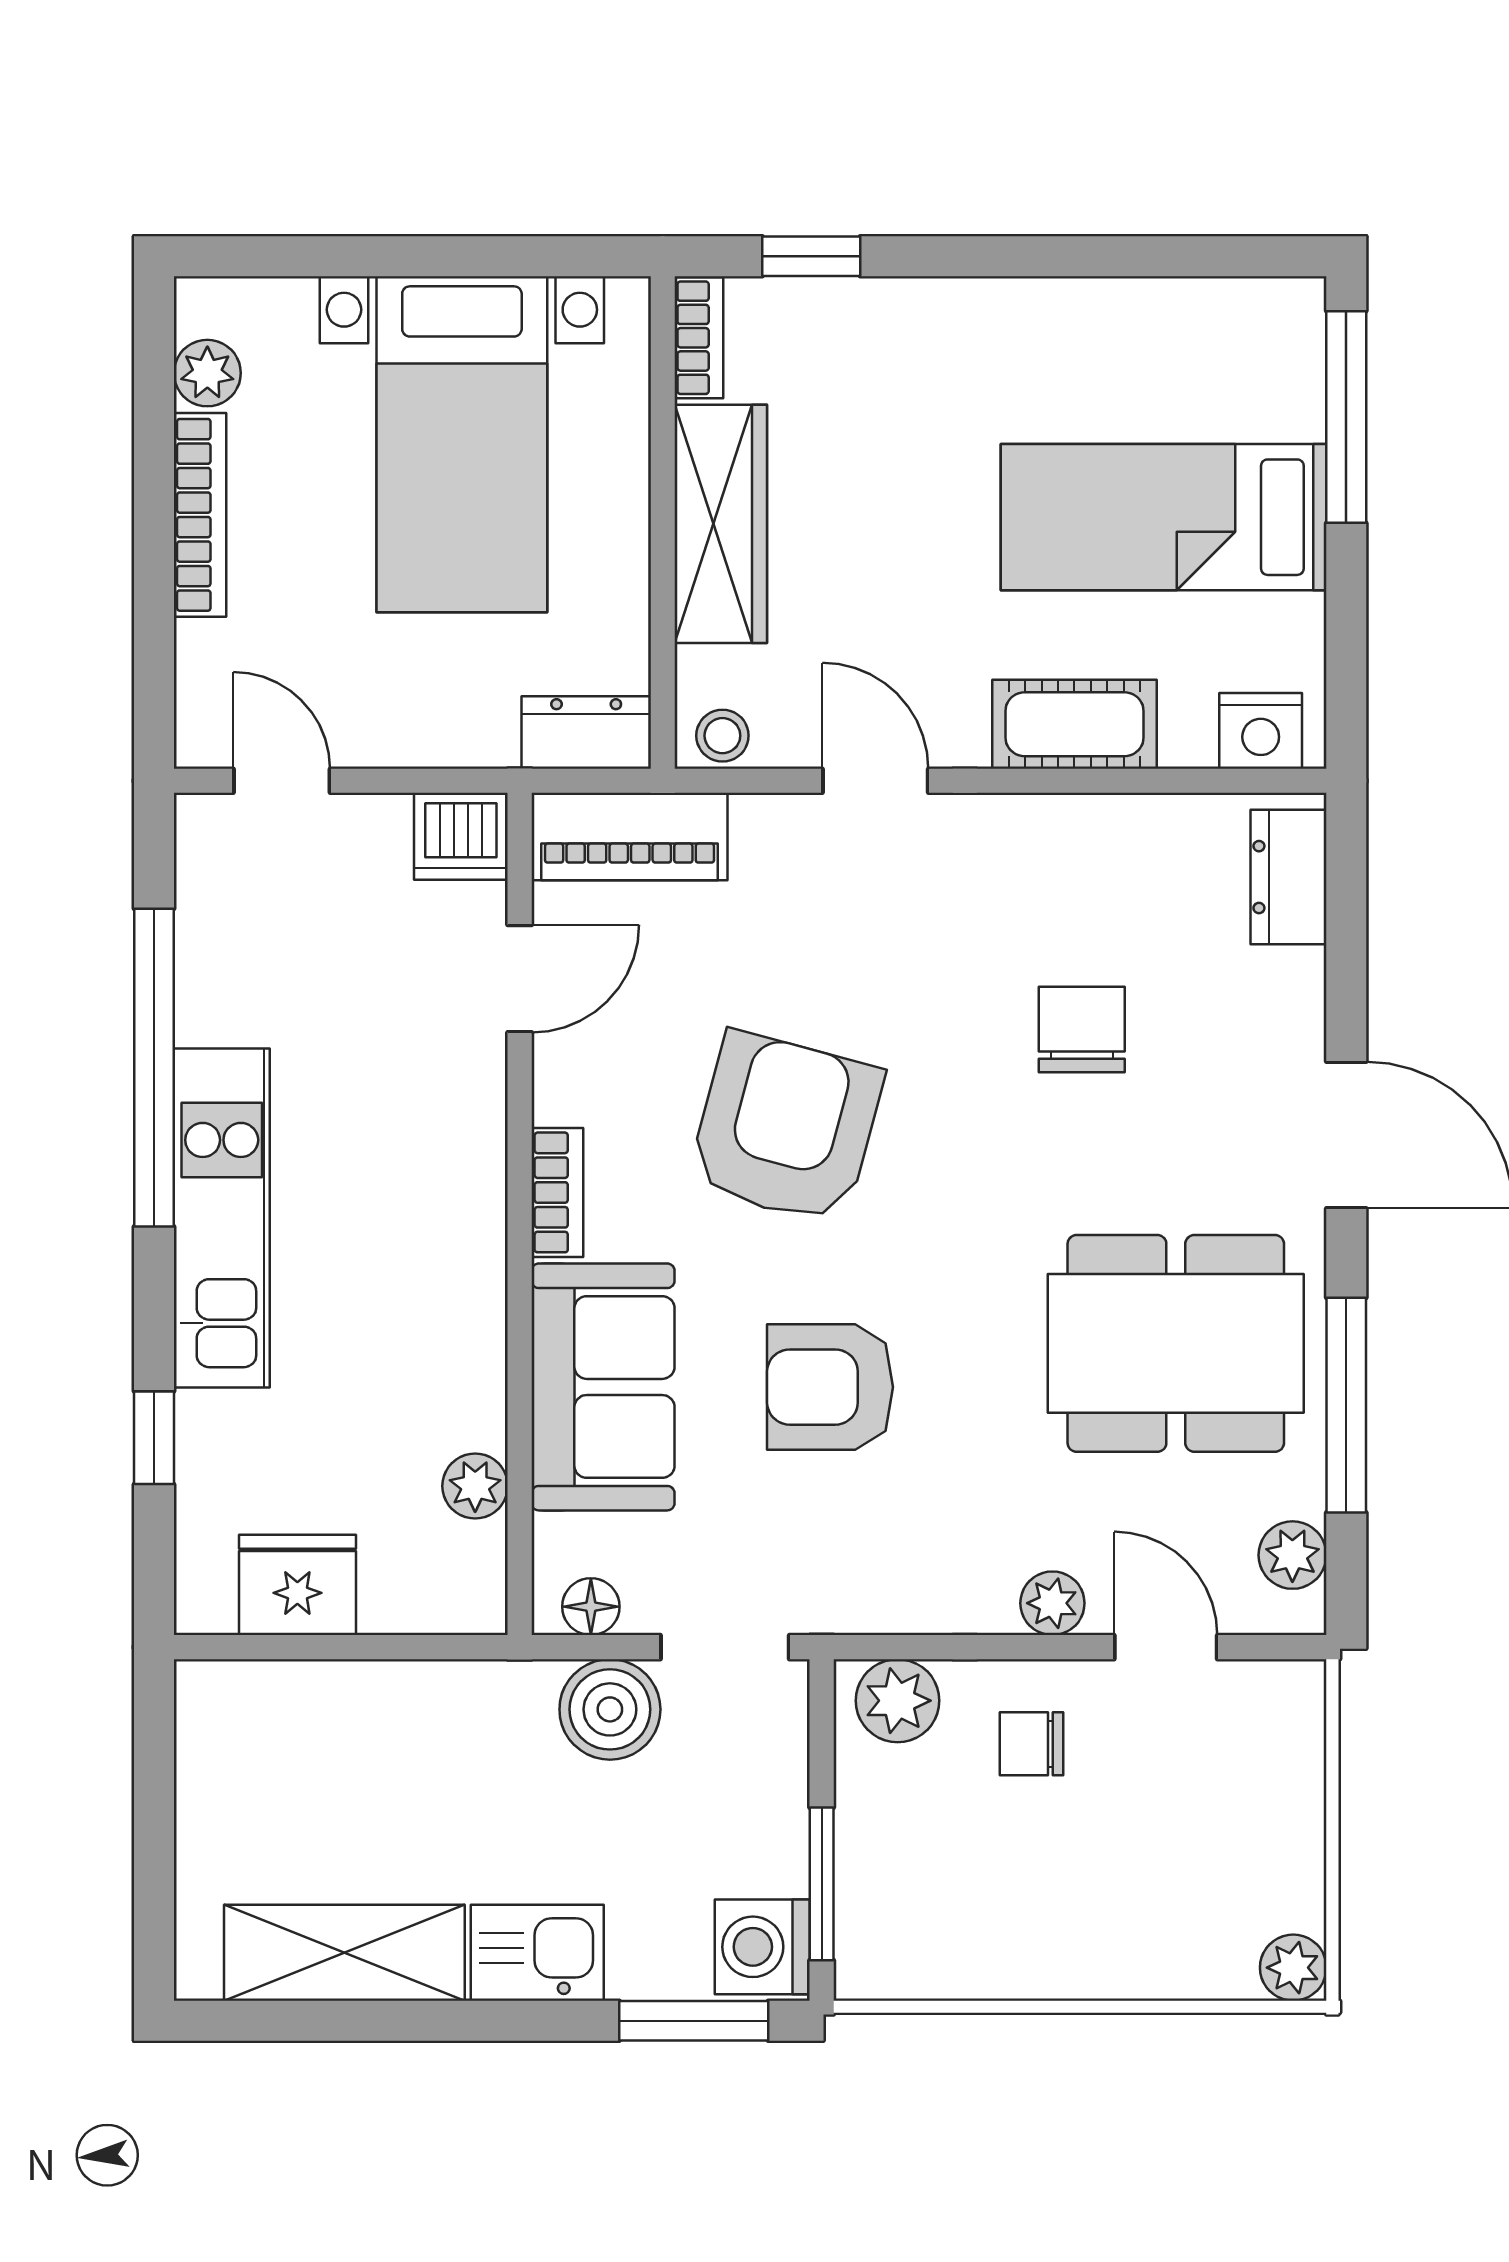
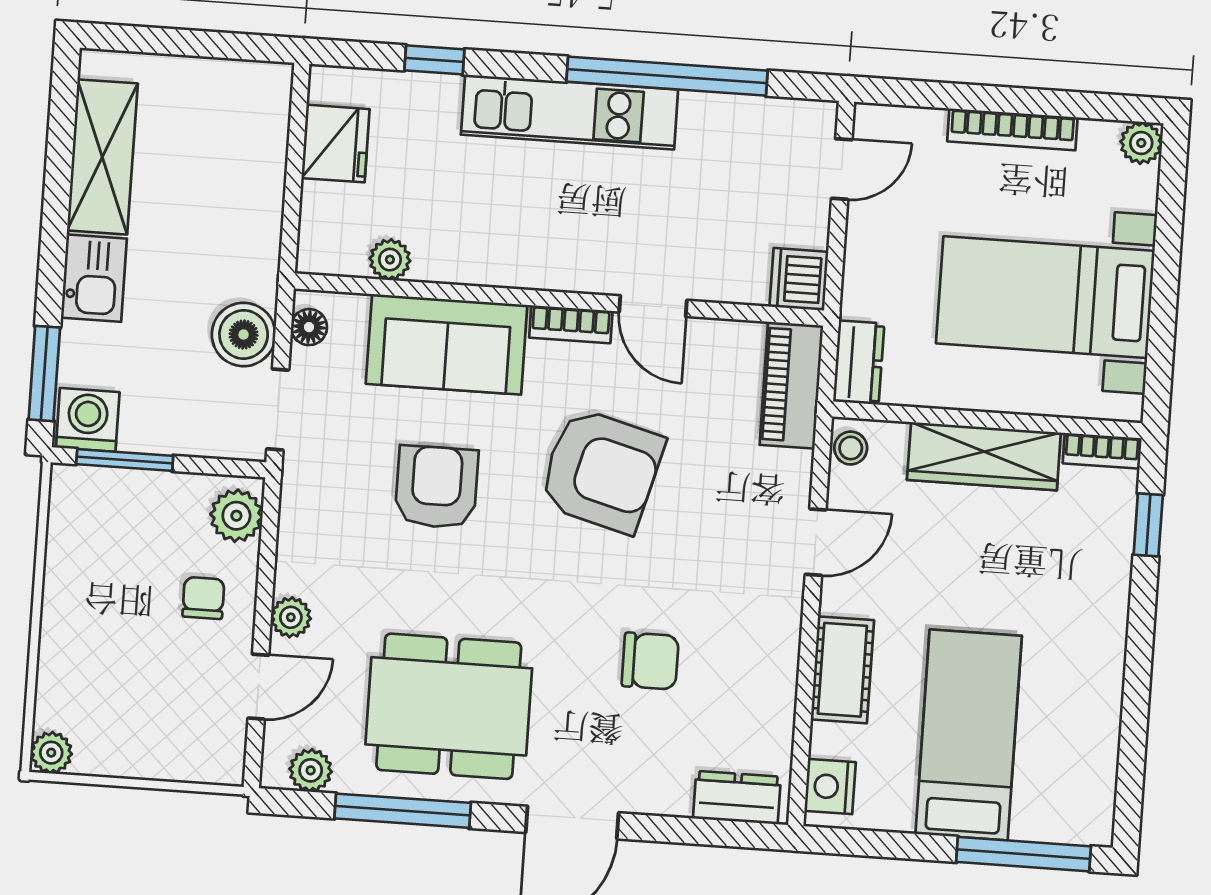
plant: (207, 373) -> (1141, 143), moved
door: (520, 979) -> (653, 306), moved
dining table: (1176, 1343) -> (449, 706), turned 90

